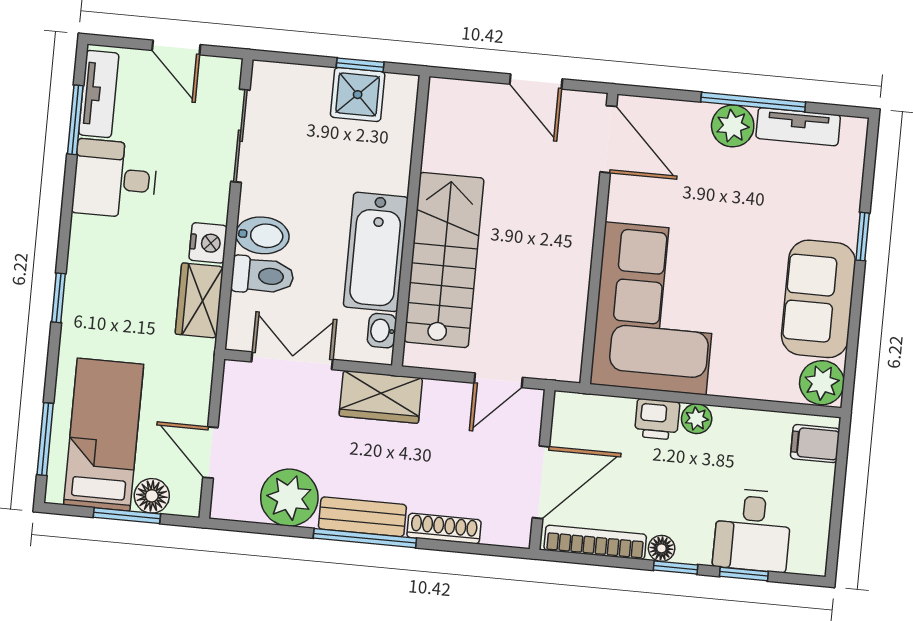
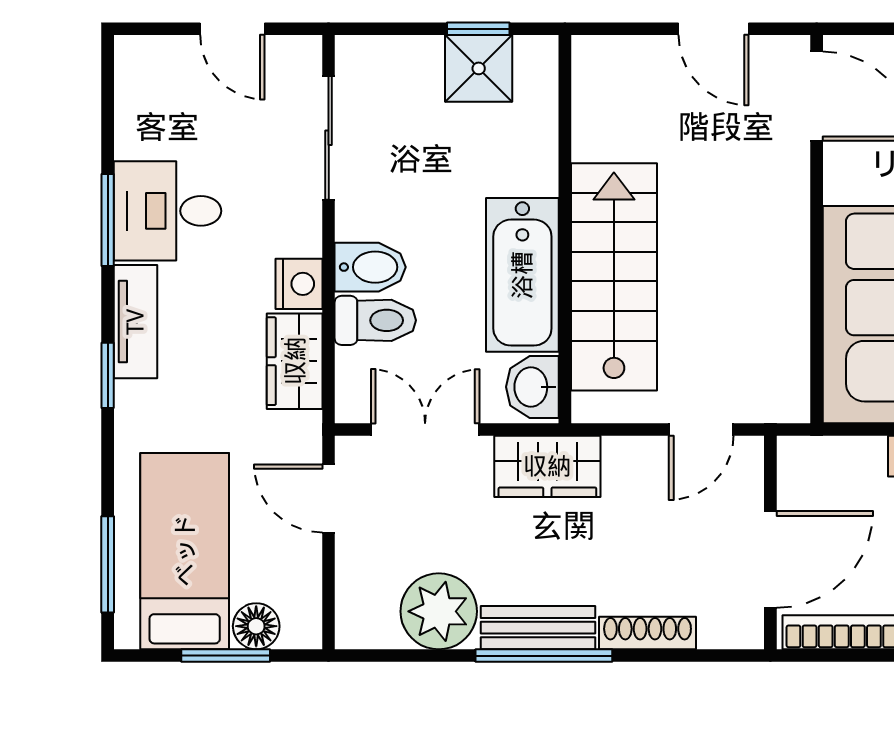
tv unit: (99, 94) -> (135, 322), moved
window: (75, 120) -> (108, 220), moved
washbasin: (382, 331) -> (532, 387), width x1.38, depth x1.45
door: (210, 452) -> (329, 498), moved

